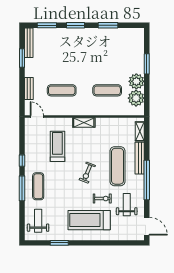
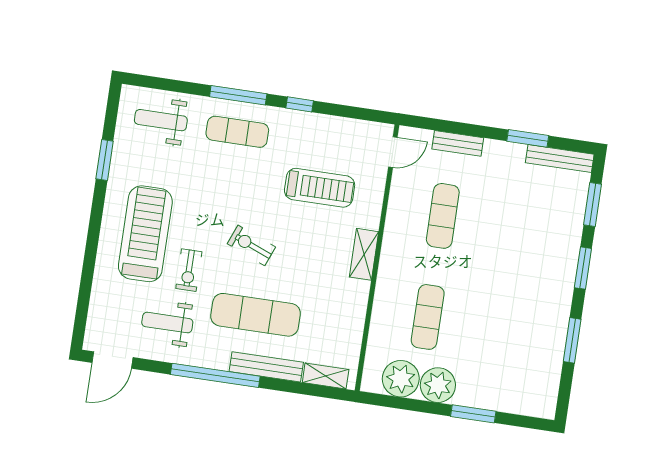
weight bench: (127, 205) -> (167, 323), turned 180
weight bench: (38, 221) -> (161, 120), turned 180

